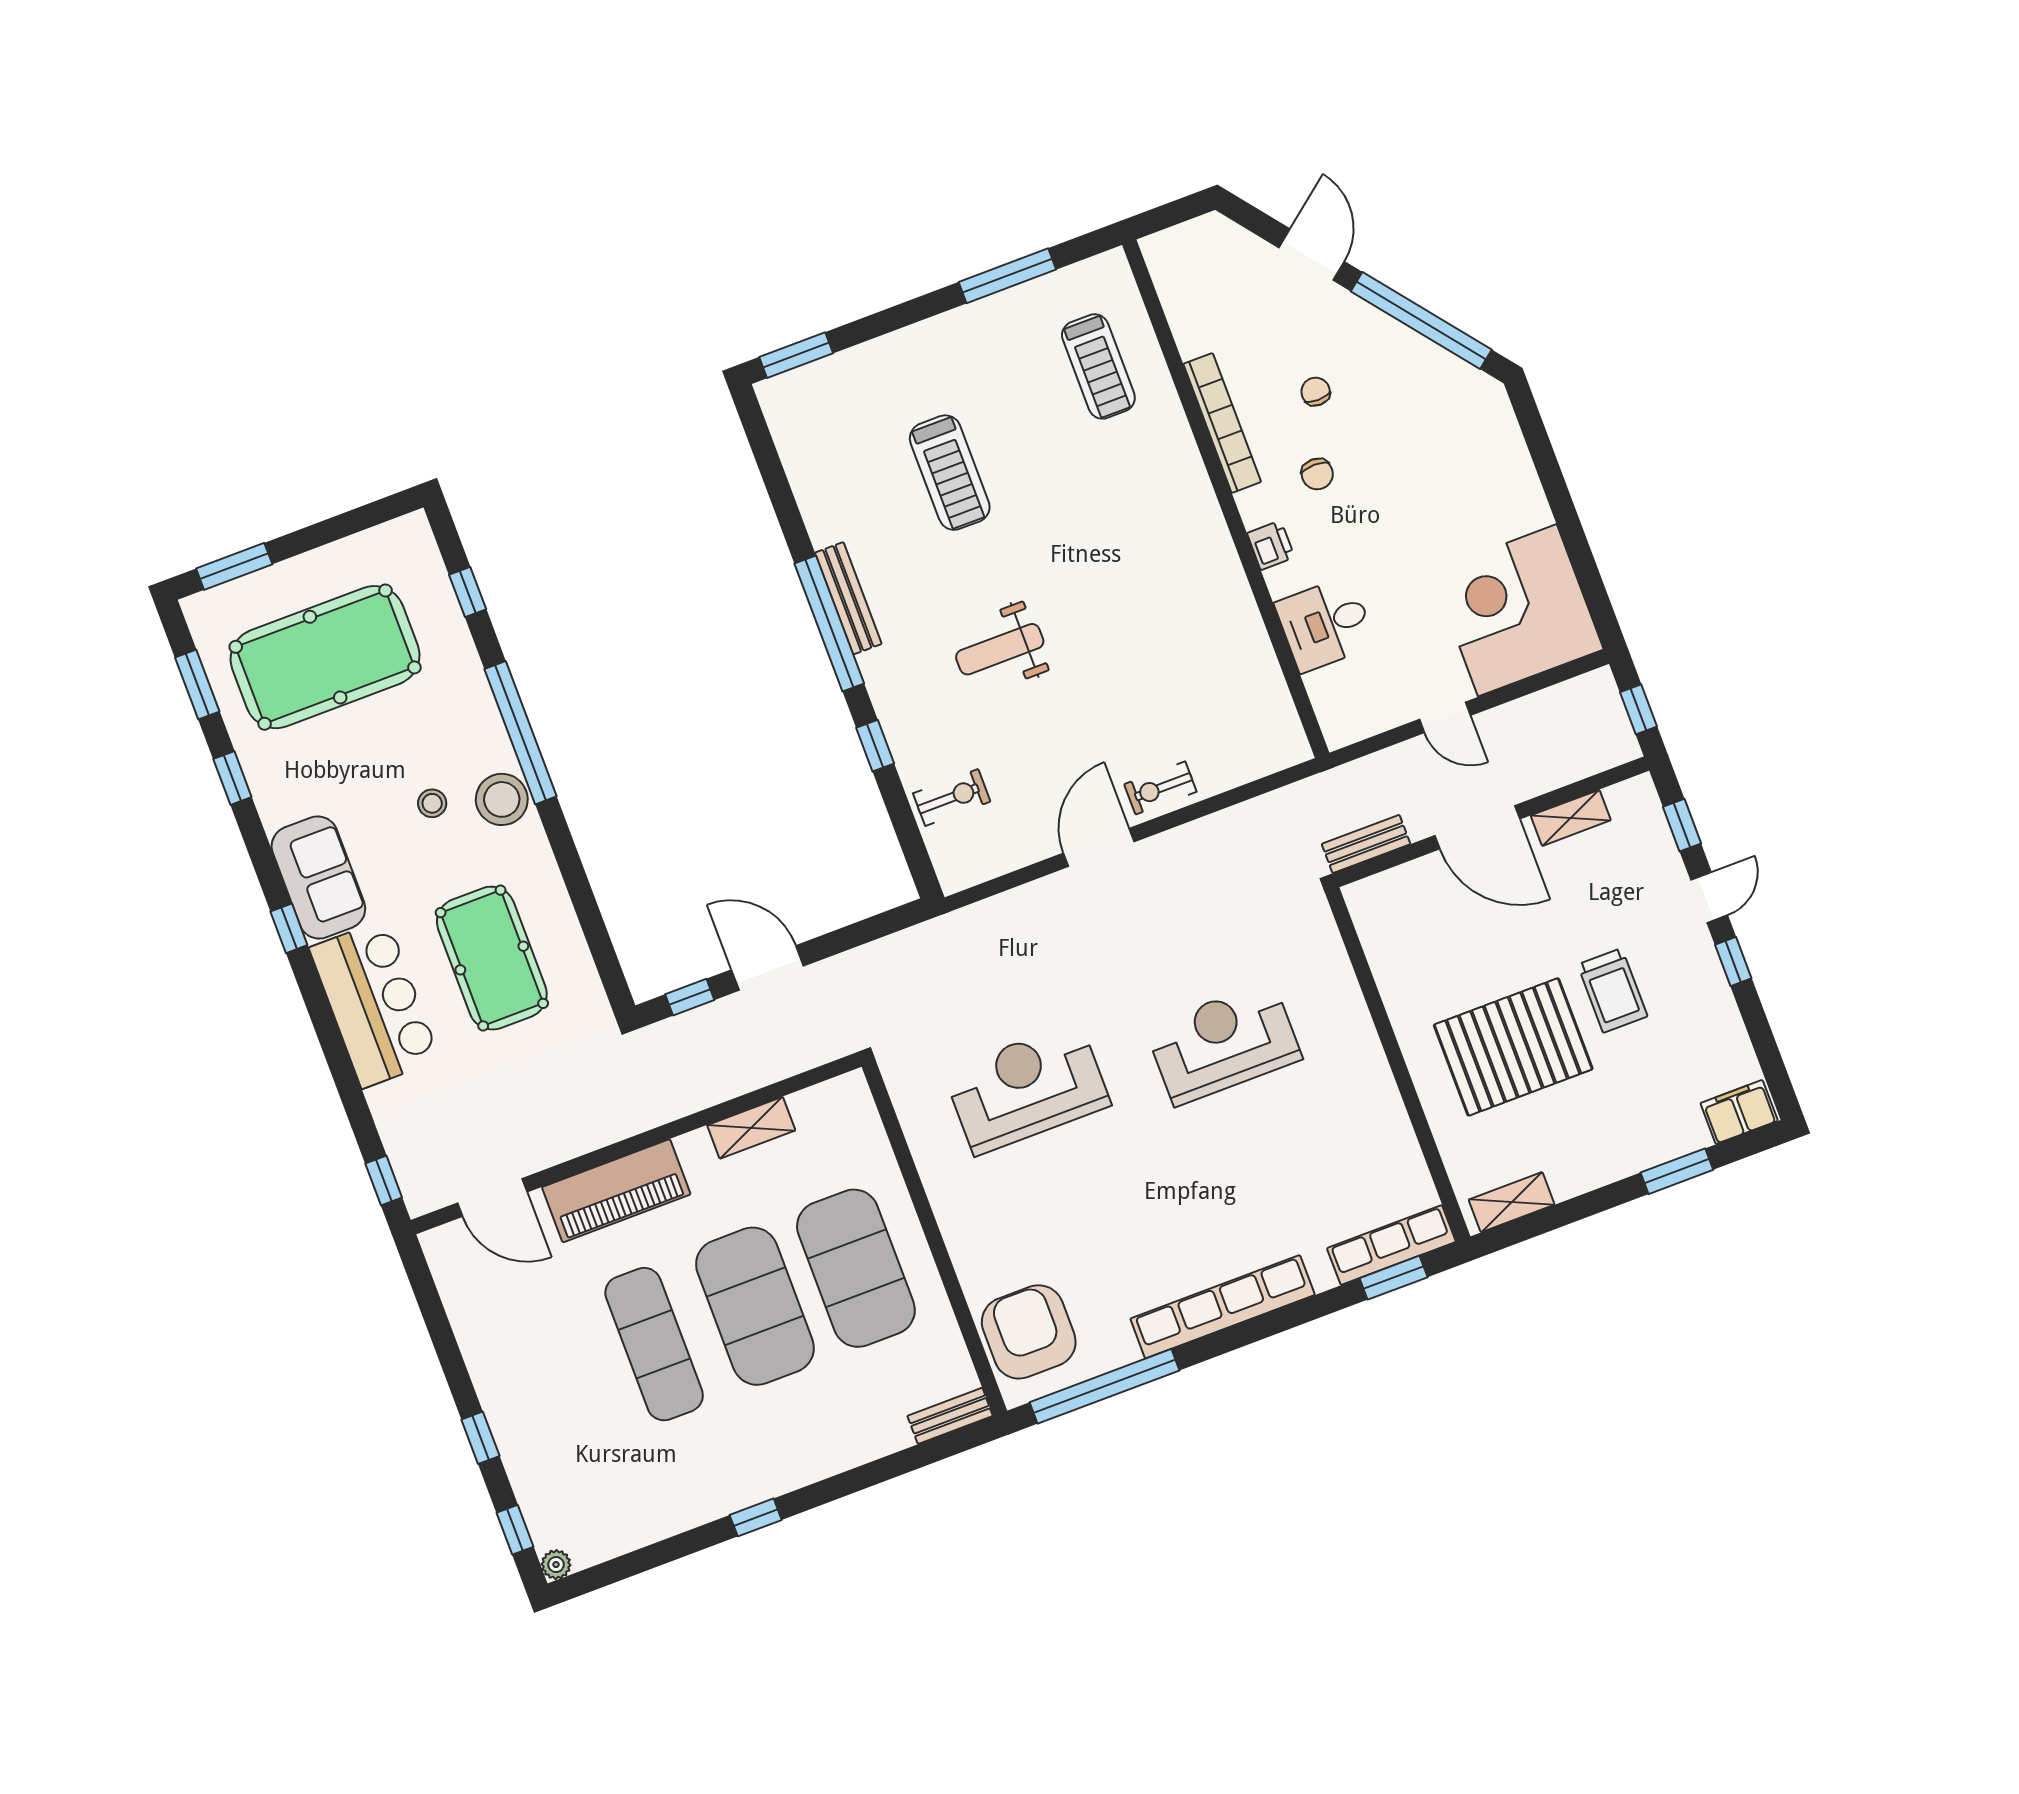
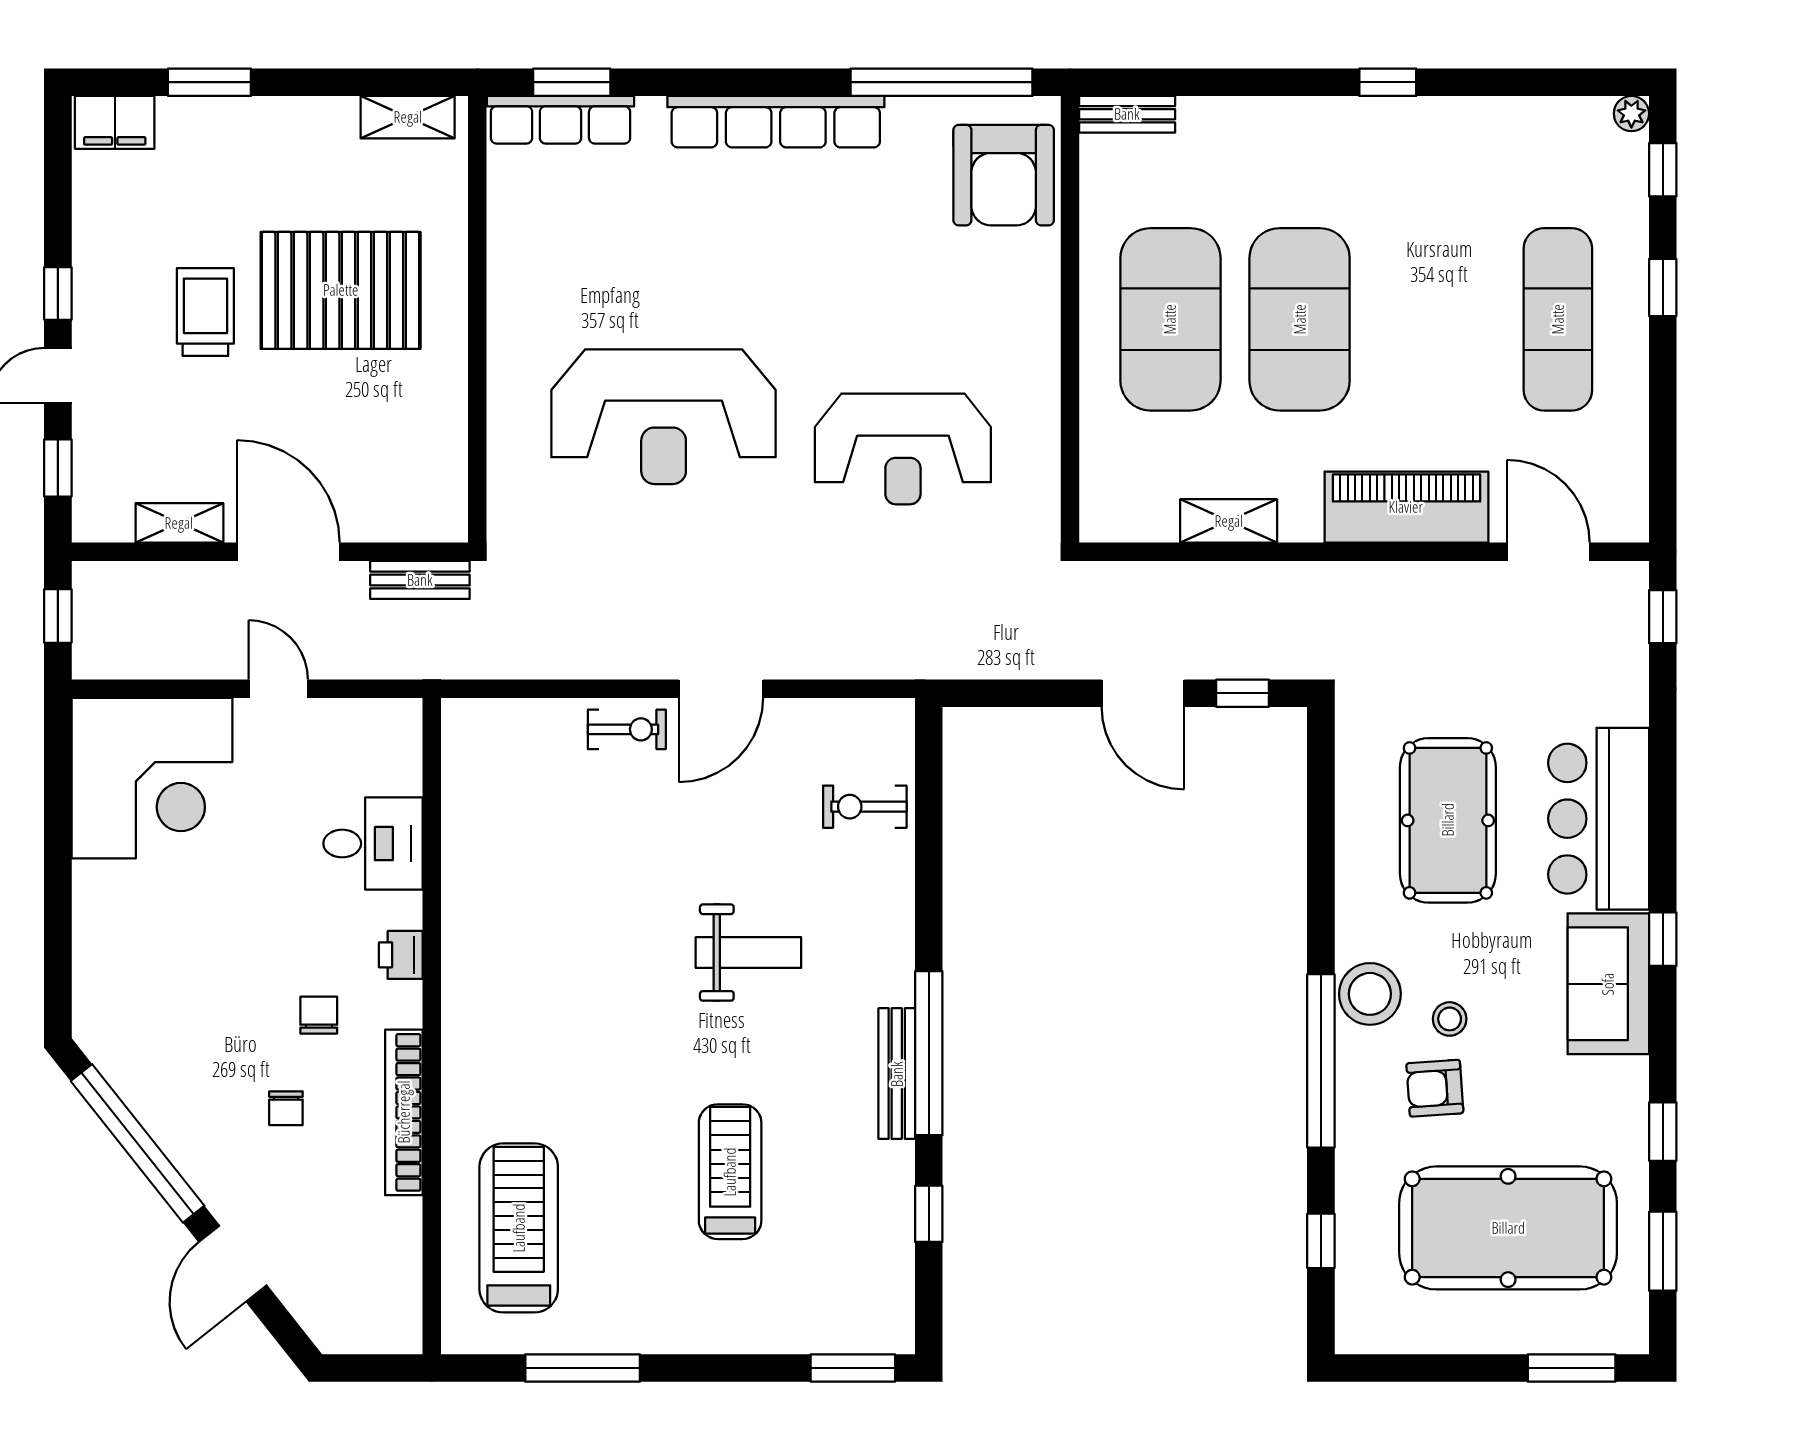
treadmill: (1098, 366) -> (519, 1228), width x1.37, depth x1.38
armchair: (423, 745) -> (1435, 1088), added
window: (875, 746) -> (929, 1214), moved
reception desk: (1224, 1043) -> (664, 417), width x1.36, depth x1.30
exercise mat: (654, 1344) -> (1558, 319), moved

